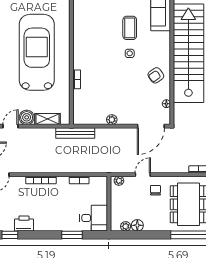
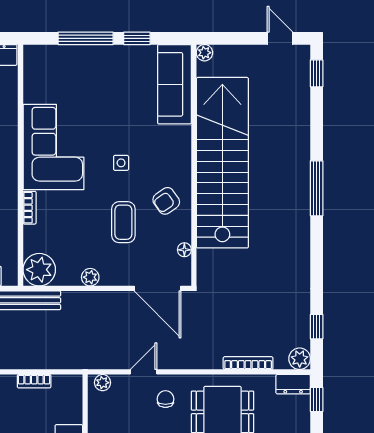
coffee table: (130, 28) -> (123, 222), moved
corner sofa: (90, 44) -> (53, 147), added
plant: (82, 115) -> (39, 270), added
door: (151, 126) -> (158, 288), hinge flipped

